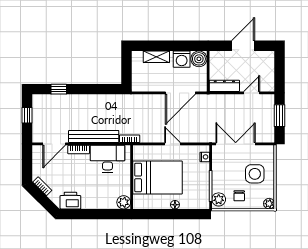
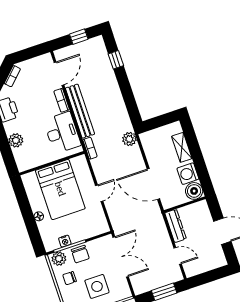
plant: (133, 101) -> (129, 139), added
door: (54, 144) -> (59, 74), swing flipped
nightstand: (205, 157) -> (65, 241), moved
chair: (221, 179) -> (80, 254), added
plant: (124, 202) -> (16, 140), moved

